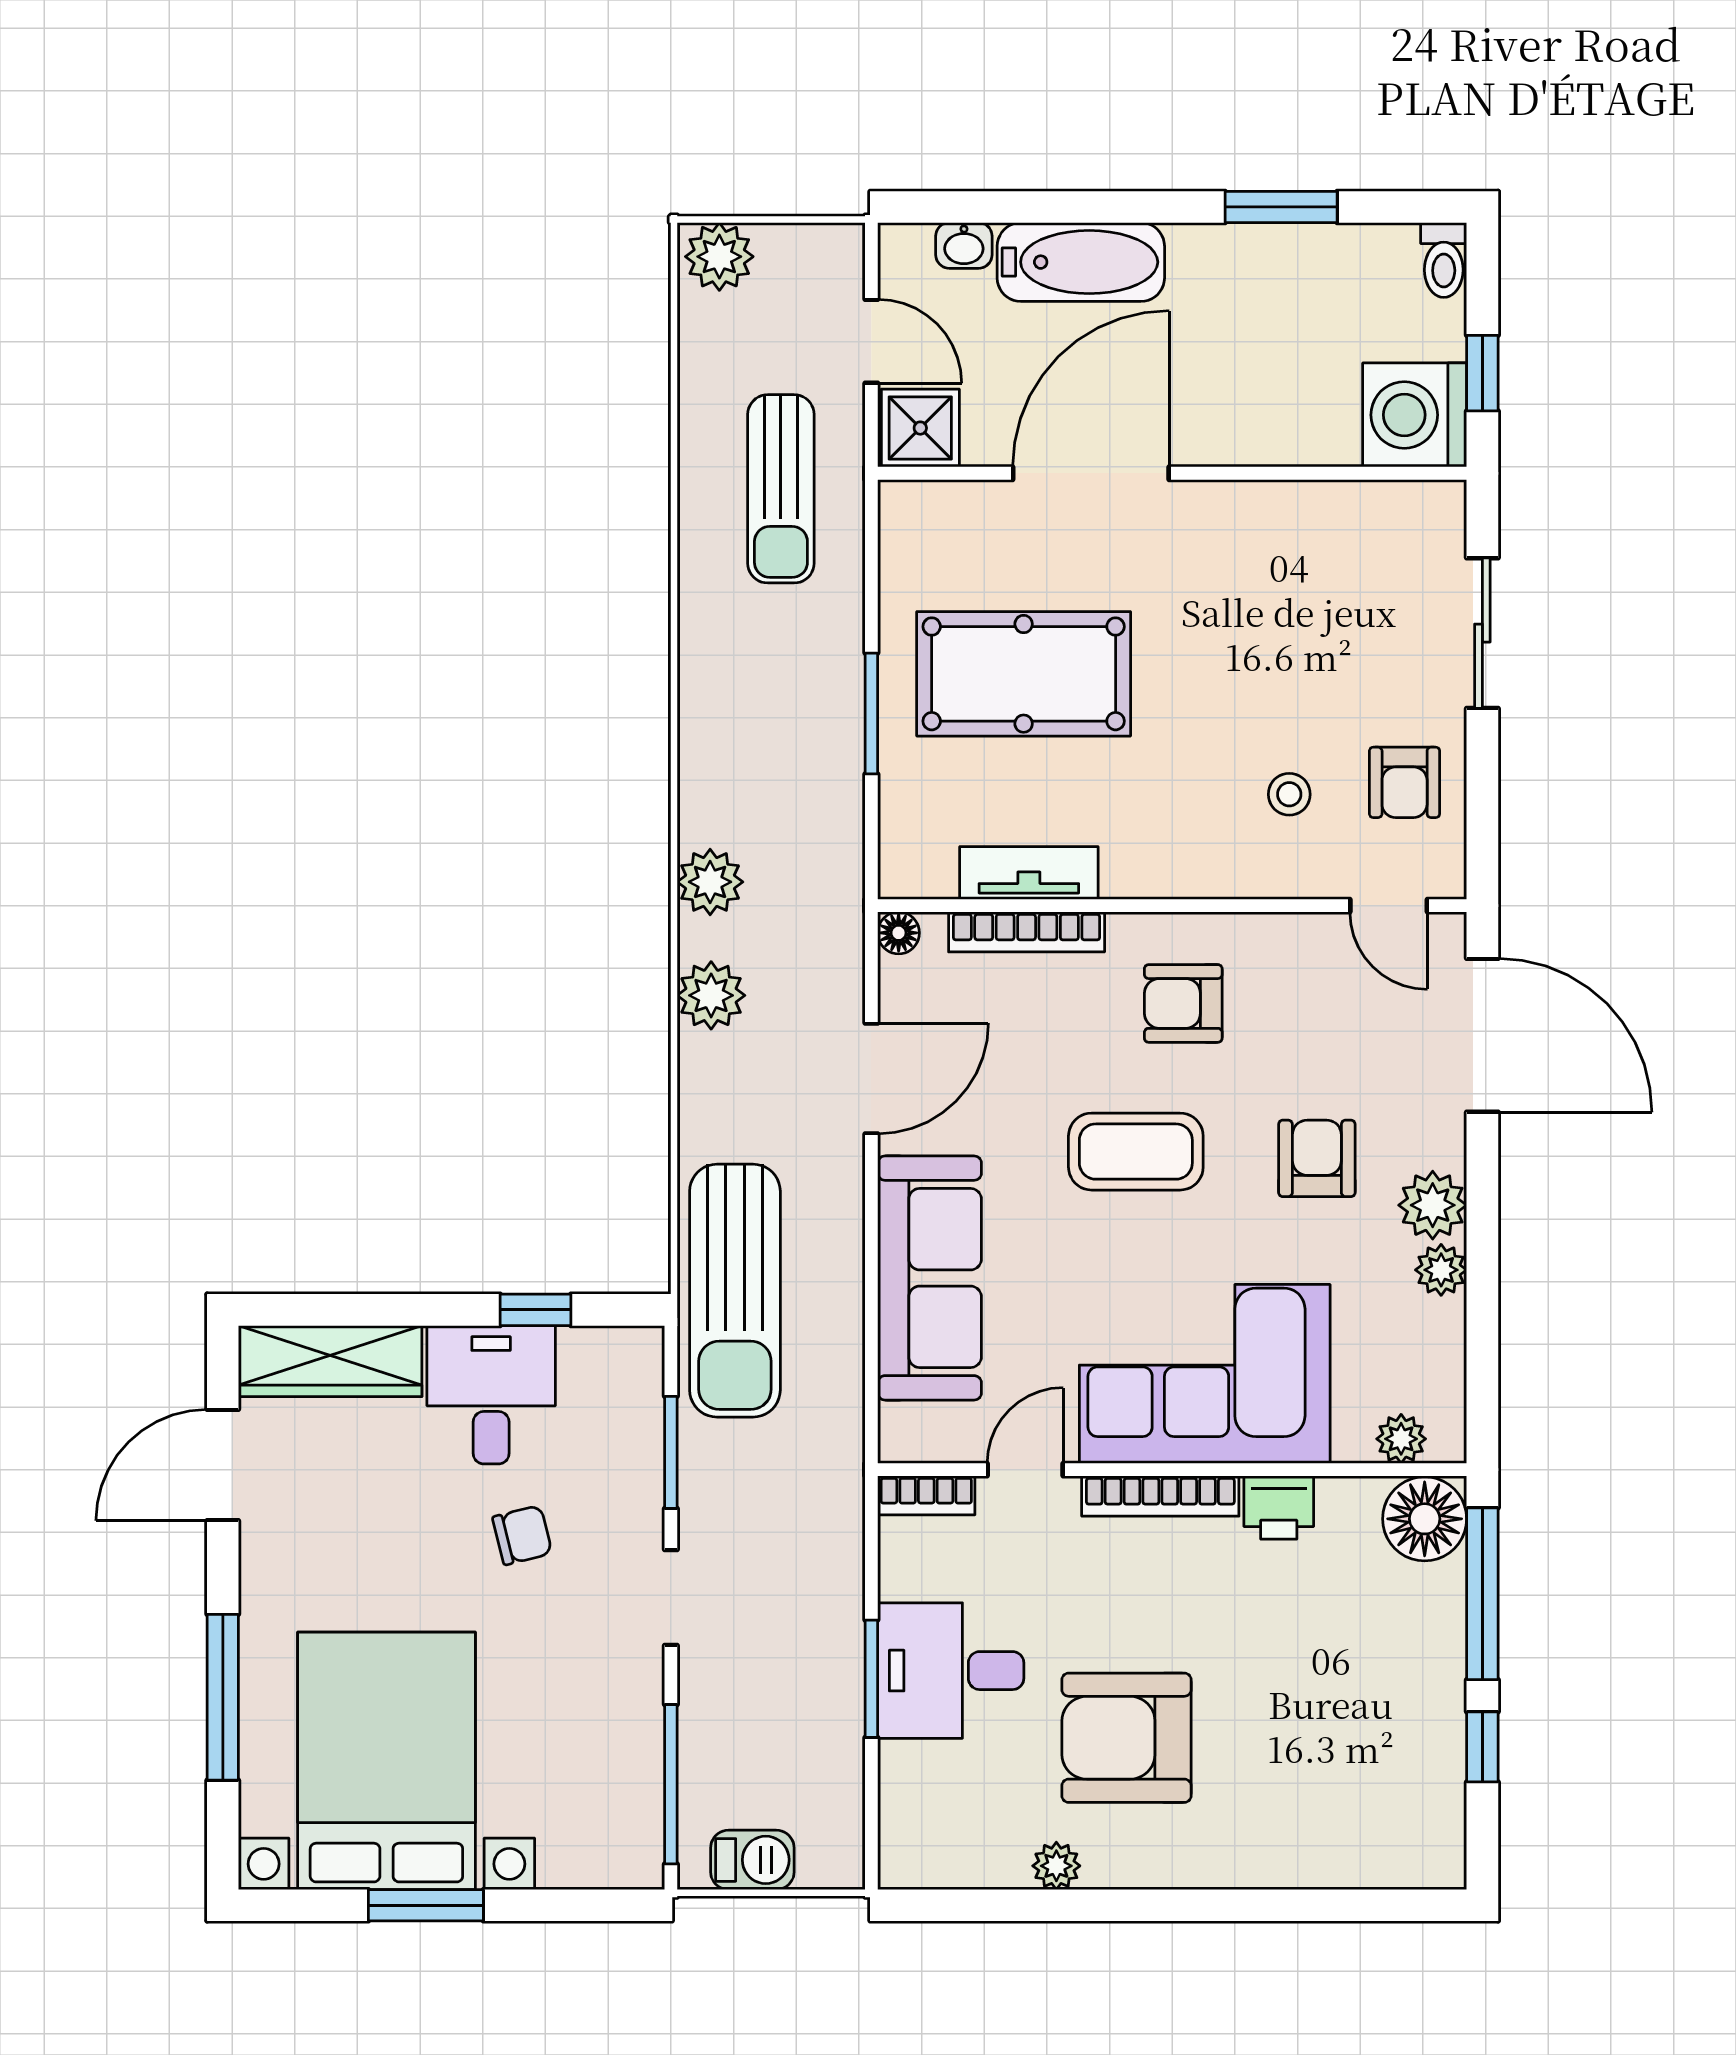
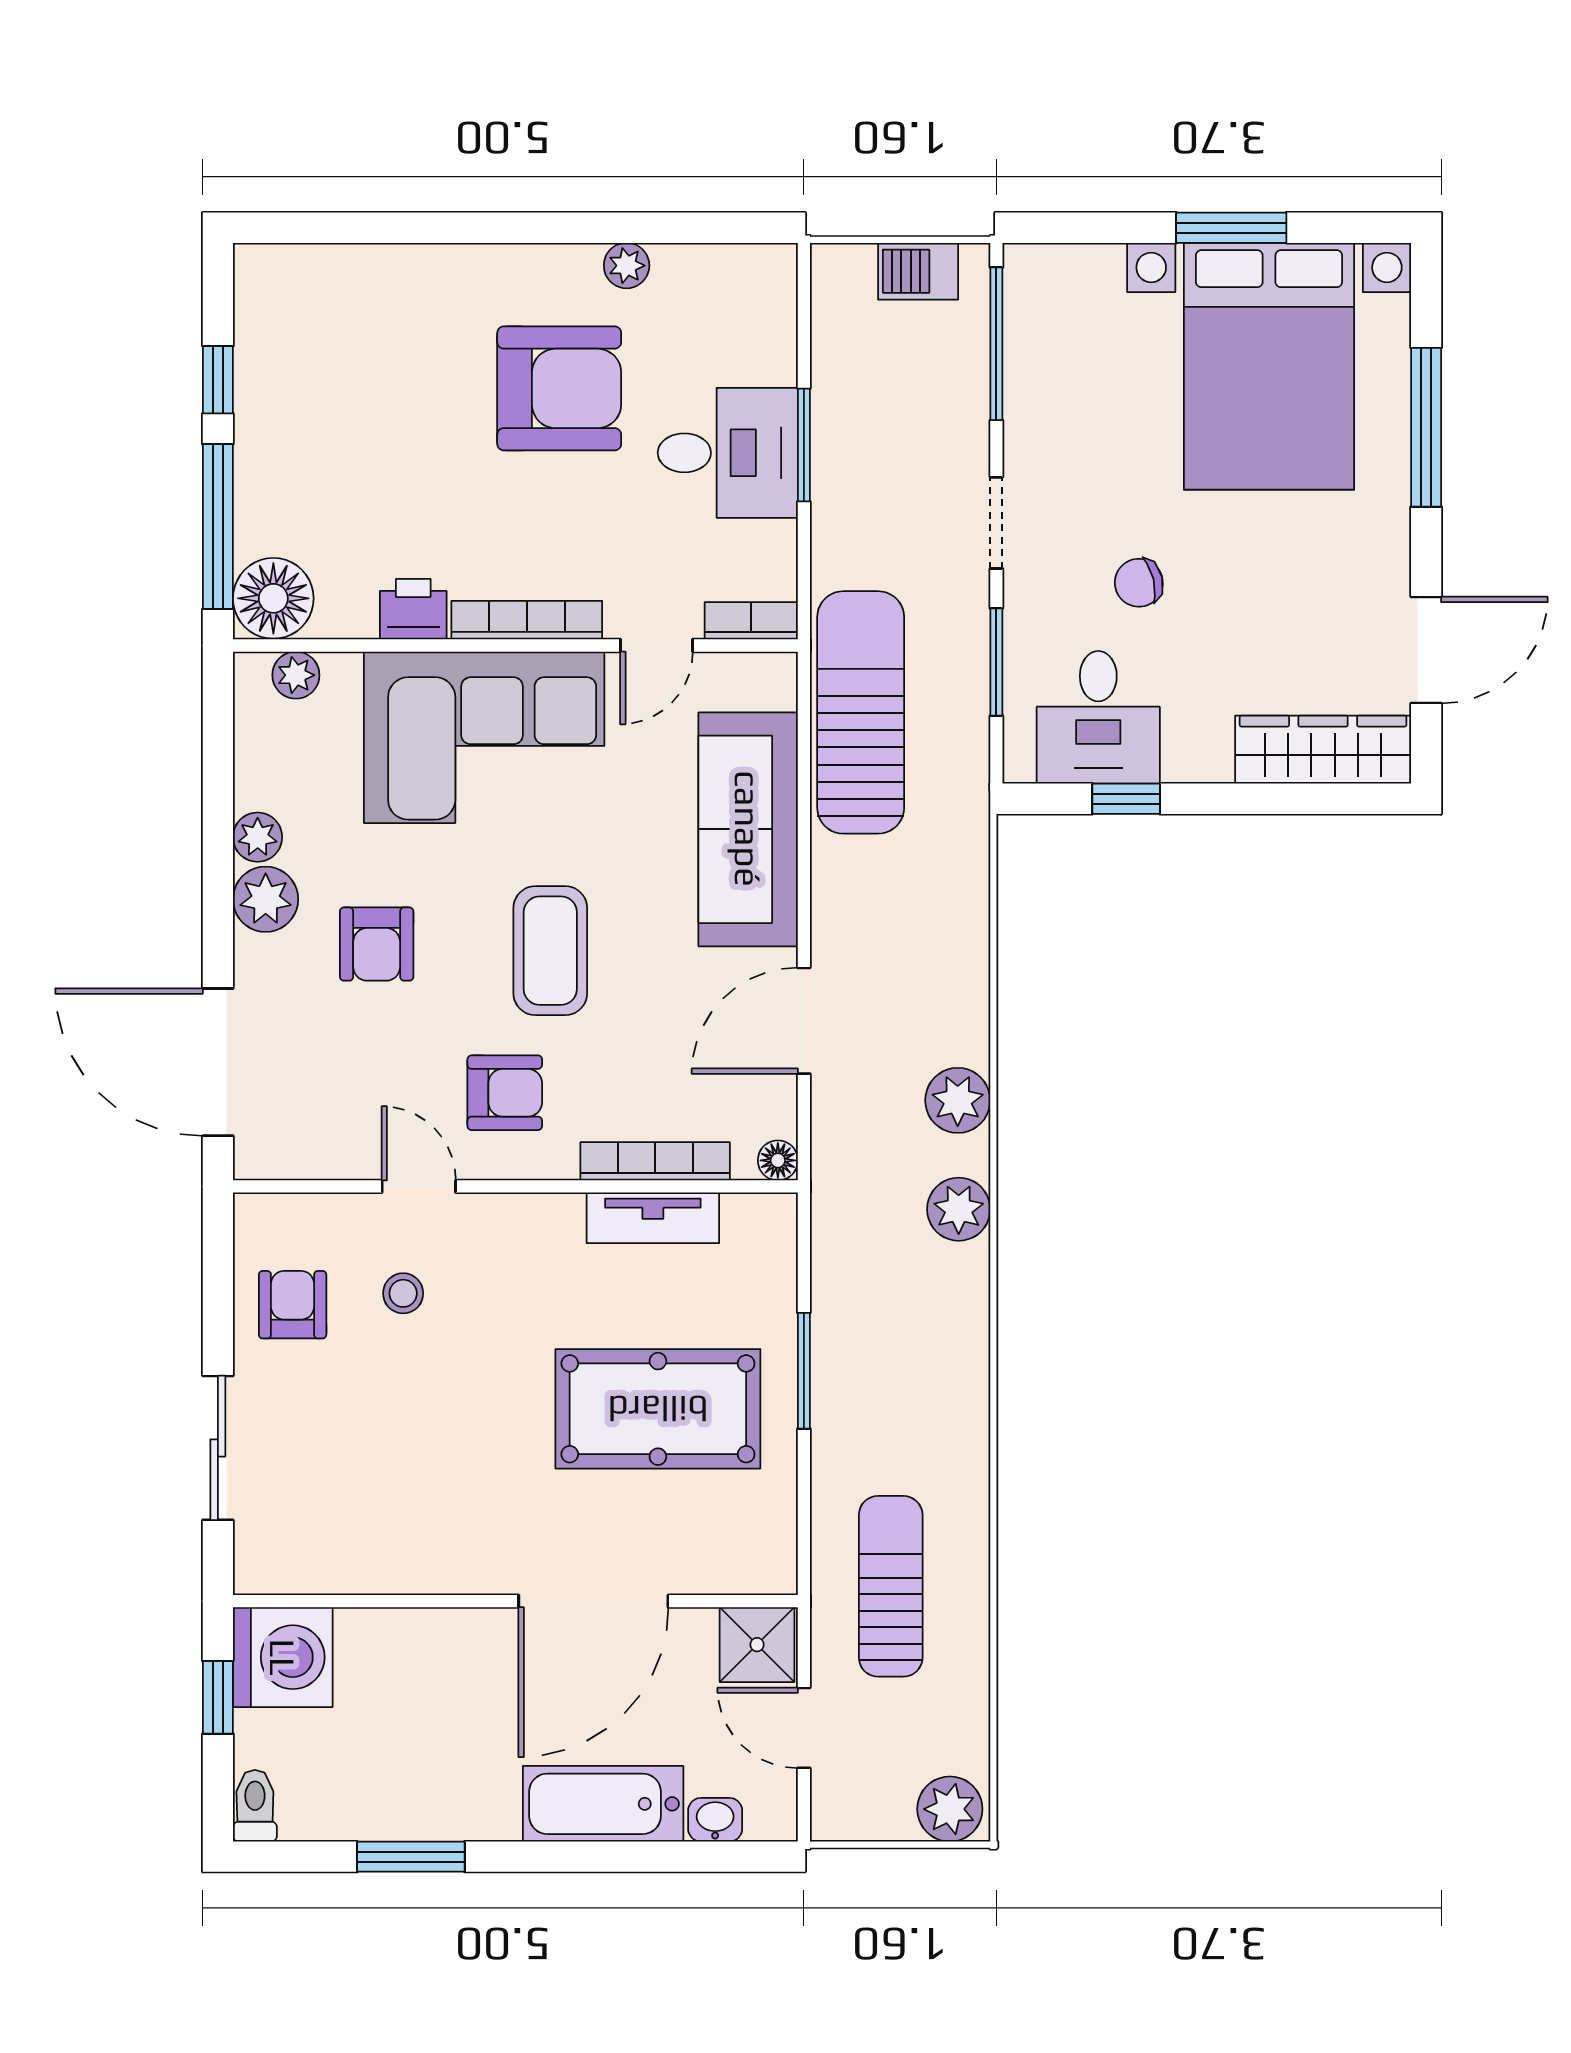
door: (1389, 906) -> (419, 1186), moved
coffee table: (1136, 1152) -> (550, 951), turned 90
sun lounger: (735, 1291) -> (861, 712), moved
desk: (491, 1395) -> (1098, 717), moved

